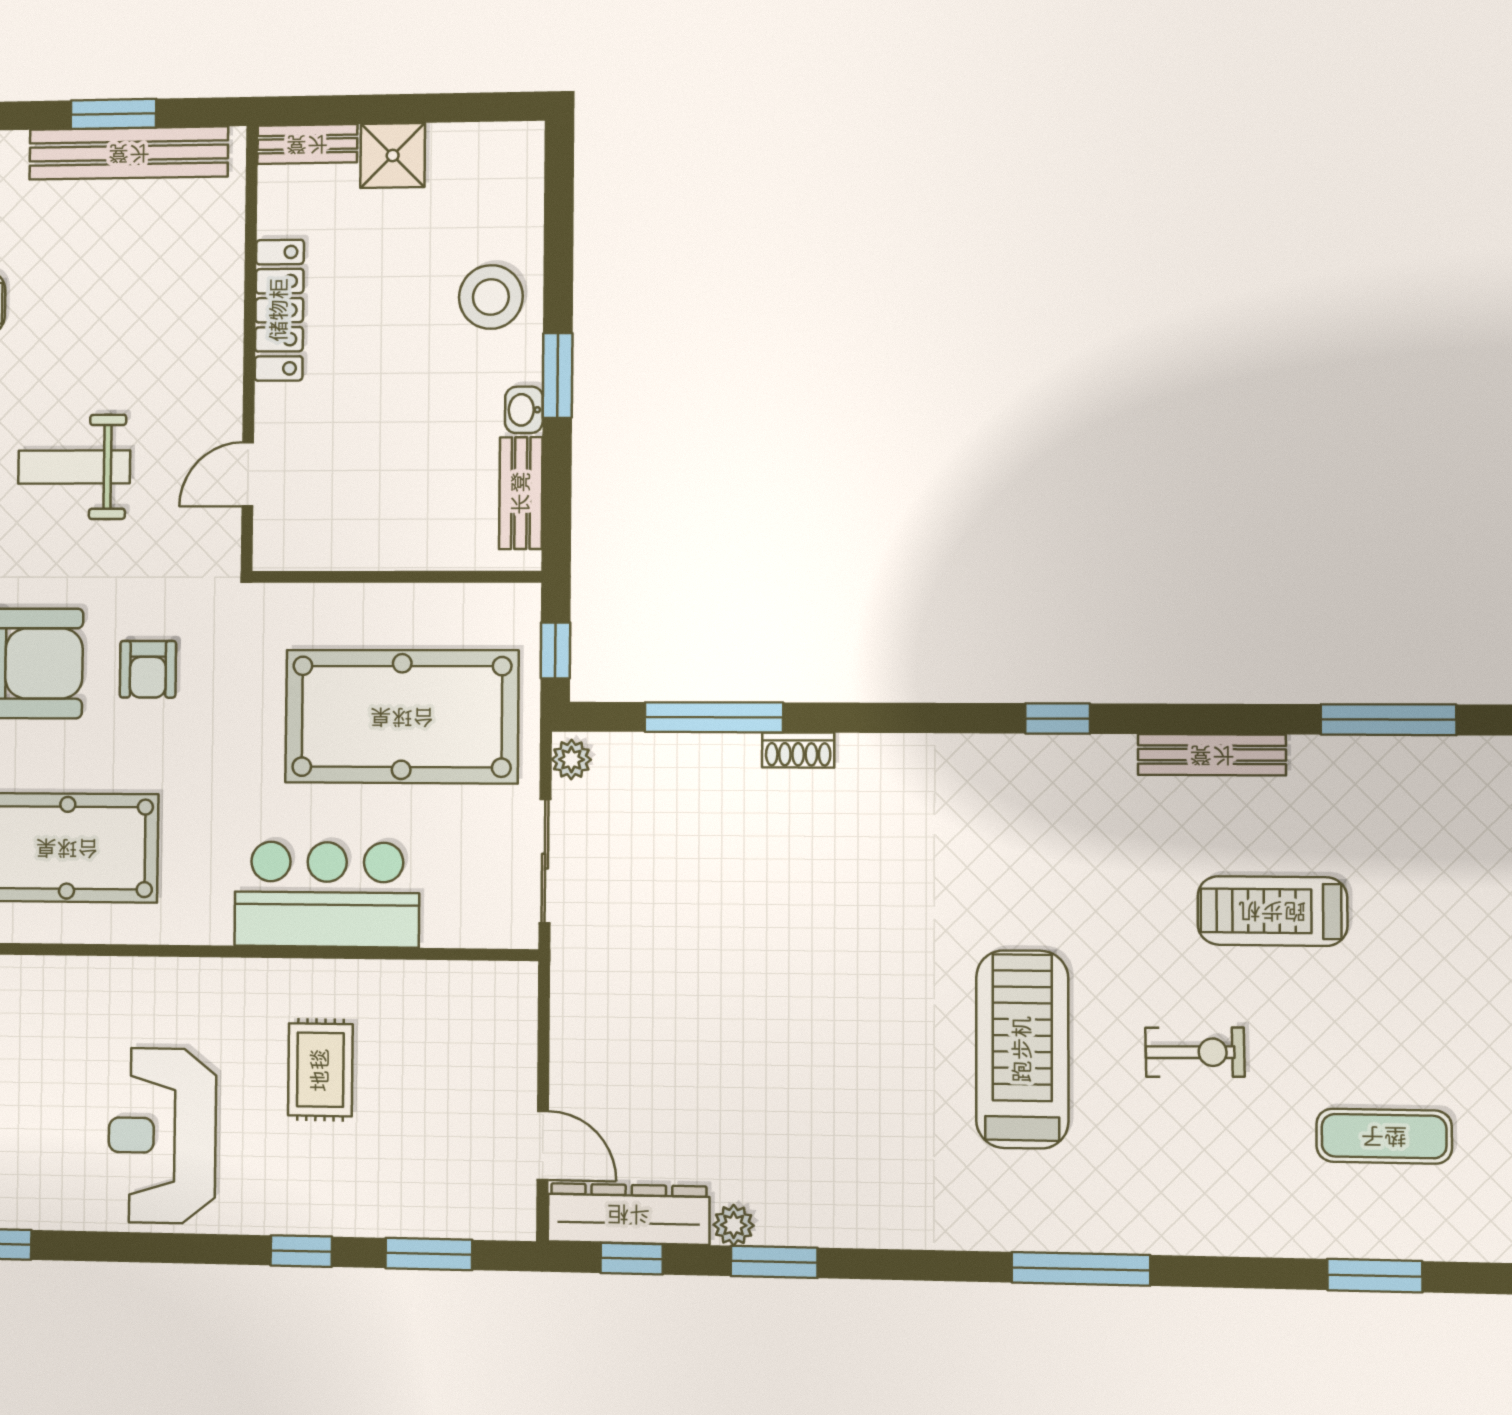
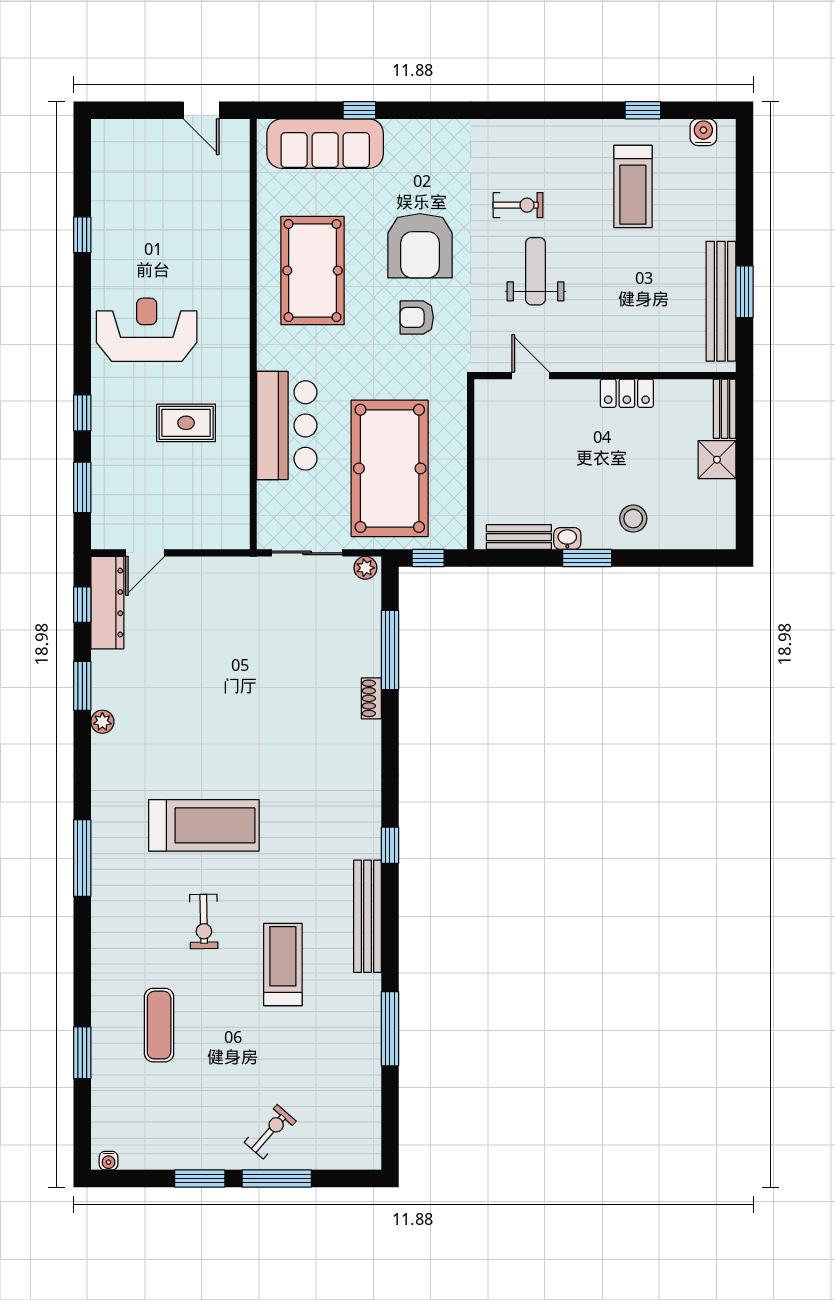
stool: (491, 297) -> (633, 519), width x0.73, depth x0.73
locker: (279, 310) -> (627, 393), width x0.66
bench: (1212, 755) -> (367, 916), width x1.37, depth x1.21
plant: (734, 1225) -> (102, 722), moved
window: (1375, 1276) -> (82, 1053), moved

